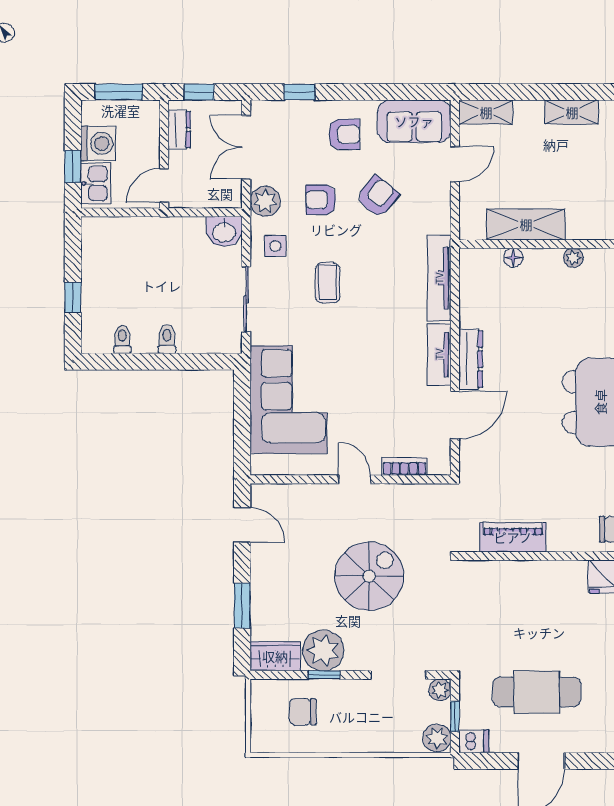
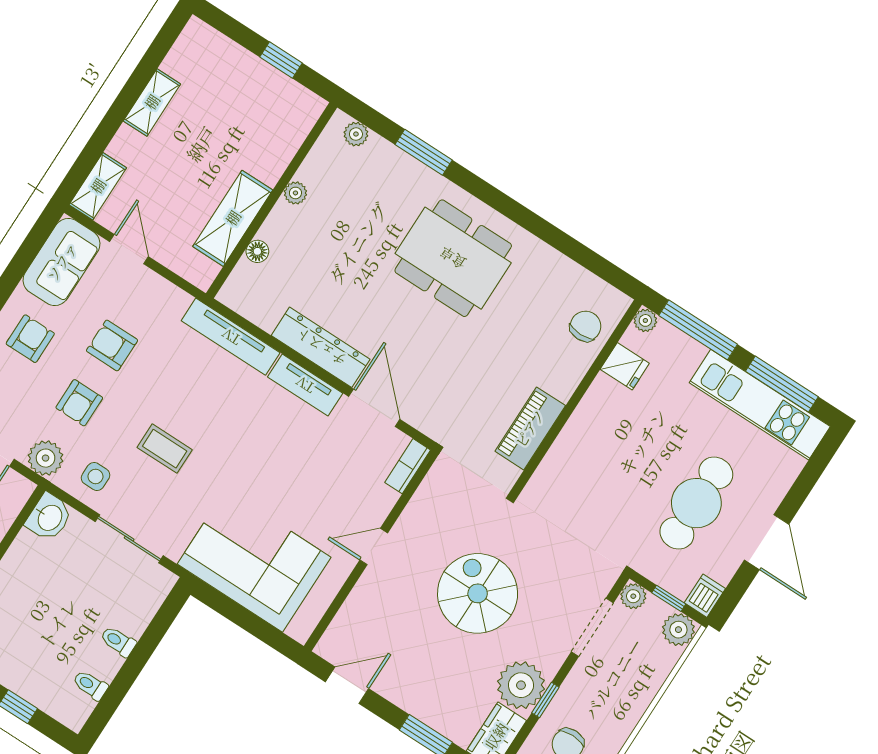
armchair: (377, 197) -> (112, 345), turned -39
dresser: (471, 359) -> (321, 347), width x1.37, depth x1.24
bookcase: (404, 466) -> (408, 466), moved

